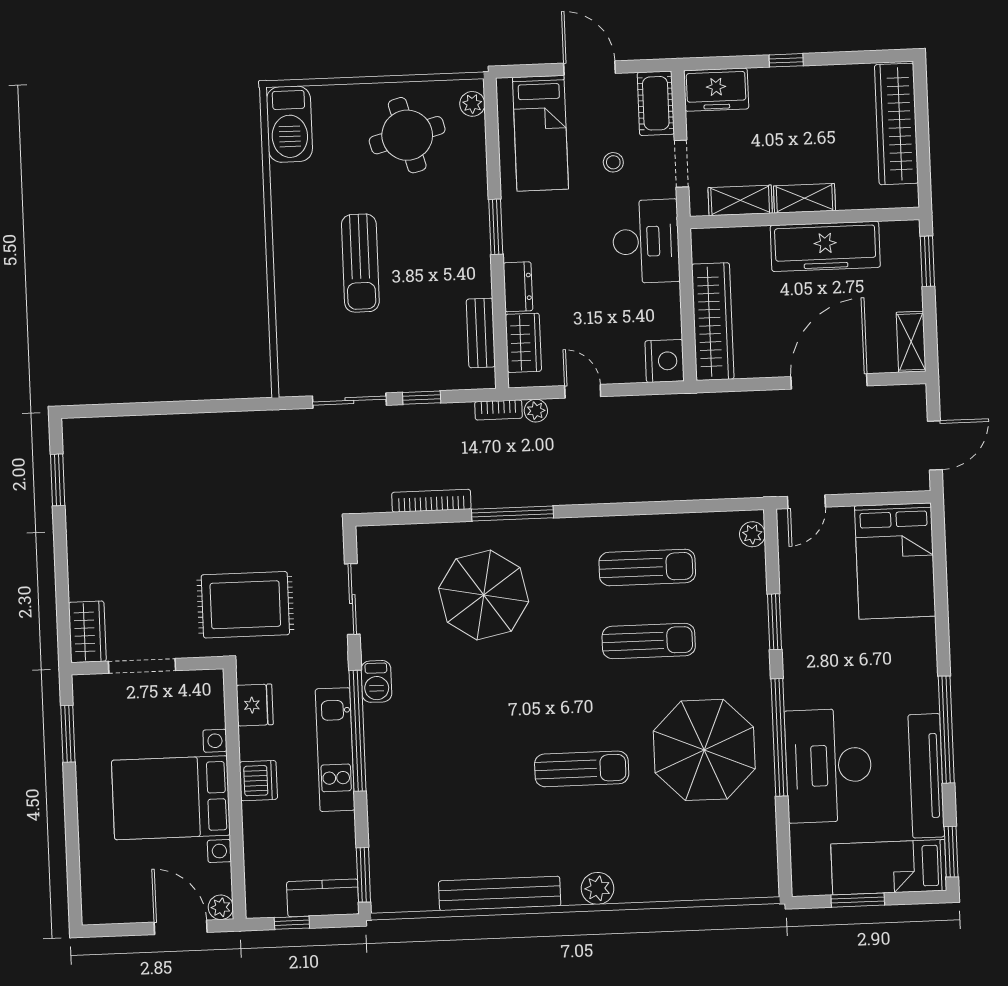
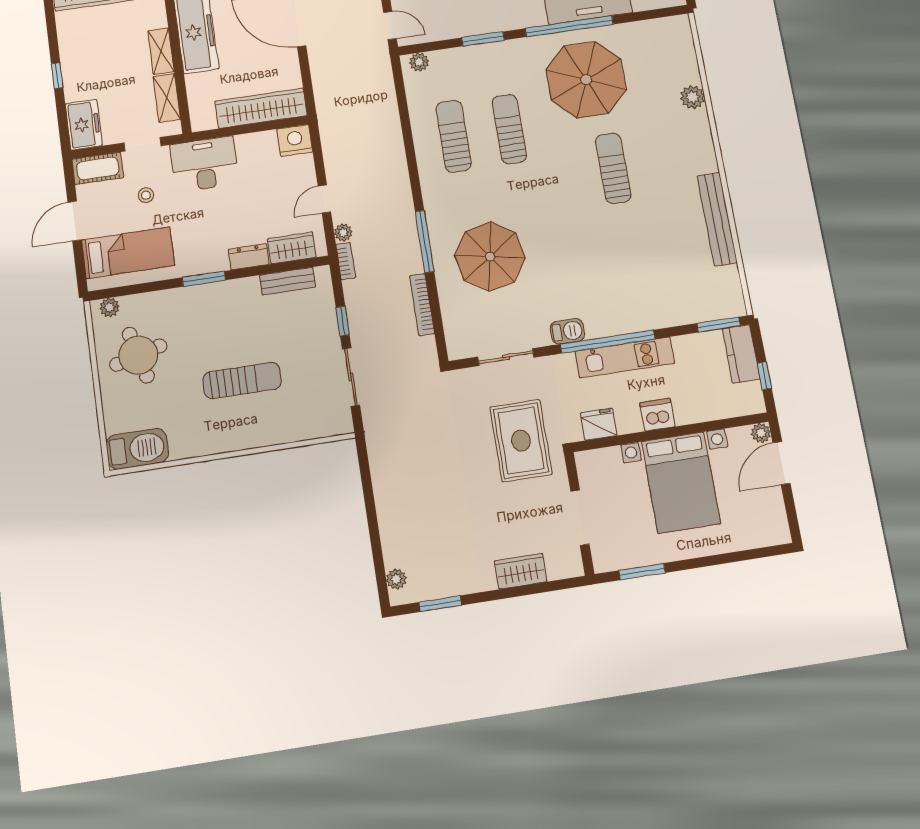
plant: (93, 429) -> (396, 579), added
wardrobe: (87, 632) -> (521, 571), moved
plant: (598, 888) -> (693, 97), moved

